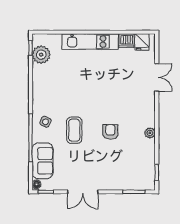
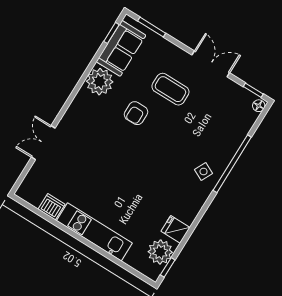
fridge: (142, 42) -> (176, 229), moved, turned -90
coffee table: (74, 130) -> (170, 89), moved, turned 90
plant: (150, 133) -> (100, 82), width x1.87, depth x1.87
sofa: (43, 161) -> (121, 48), moved, turned 180

